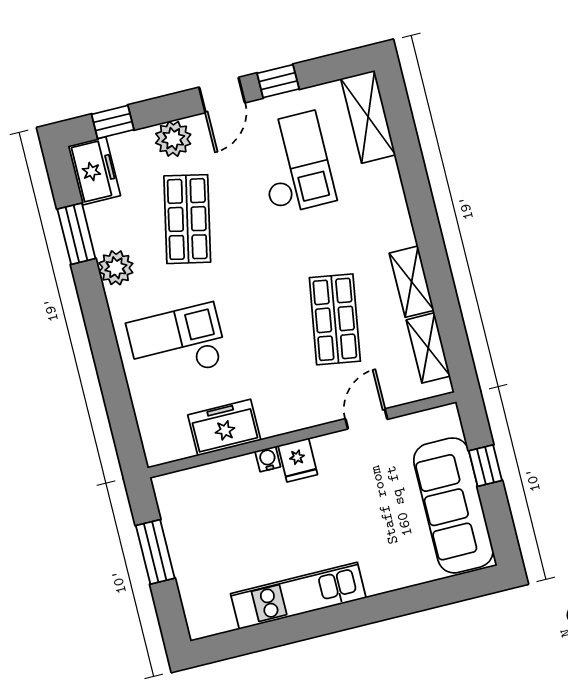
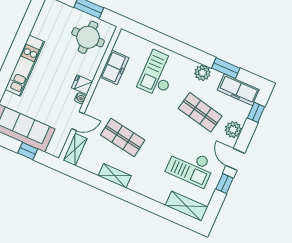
freezer: (94, 171) -> (239, 90), width x1.40
checkout: (177, 343) -> (158, 74), turned 180
shelving: (428, 348) -> (75, 149), moved, turned 90
door: (366, 419) -> (78, 121), hinge flipped
water cooler: (268, 459) -> (80, 98), moved
round table: (208, 514) -> (88, 37), added
kitchen unit: (298, 596) -> (25, 66), moved

